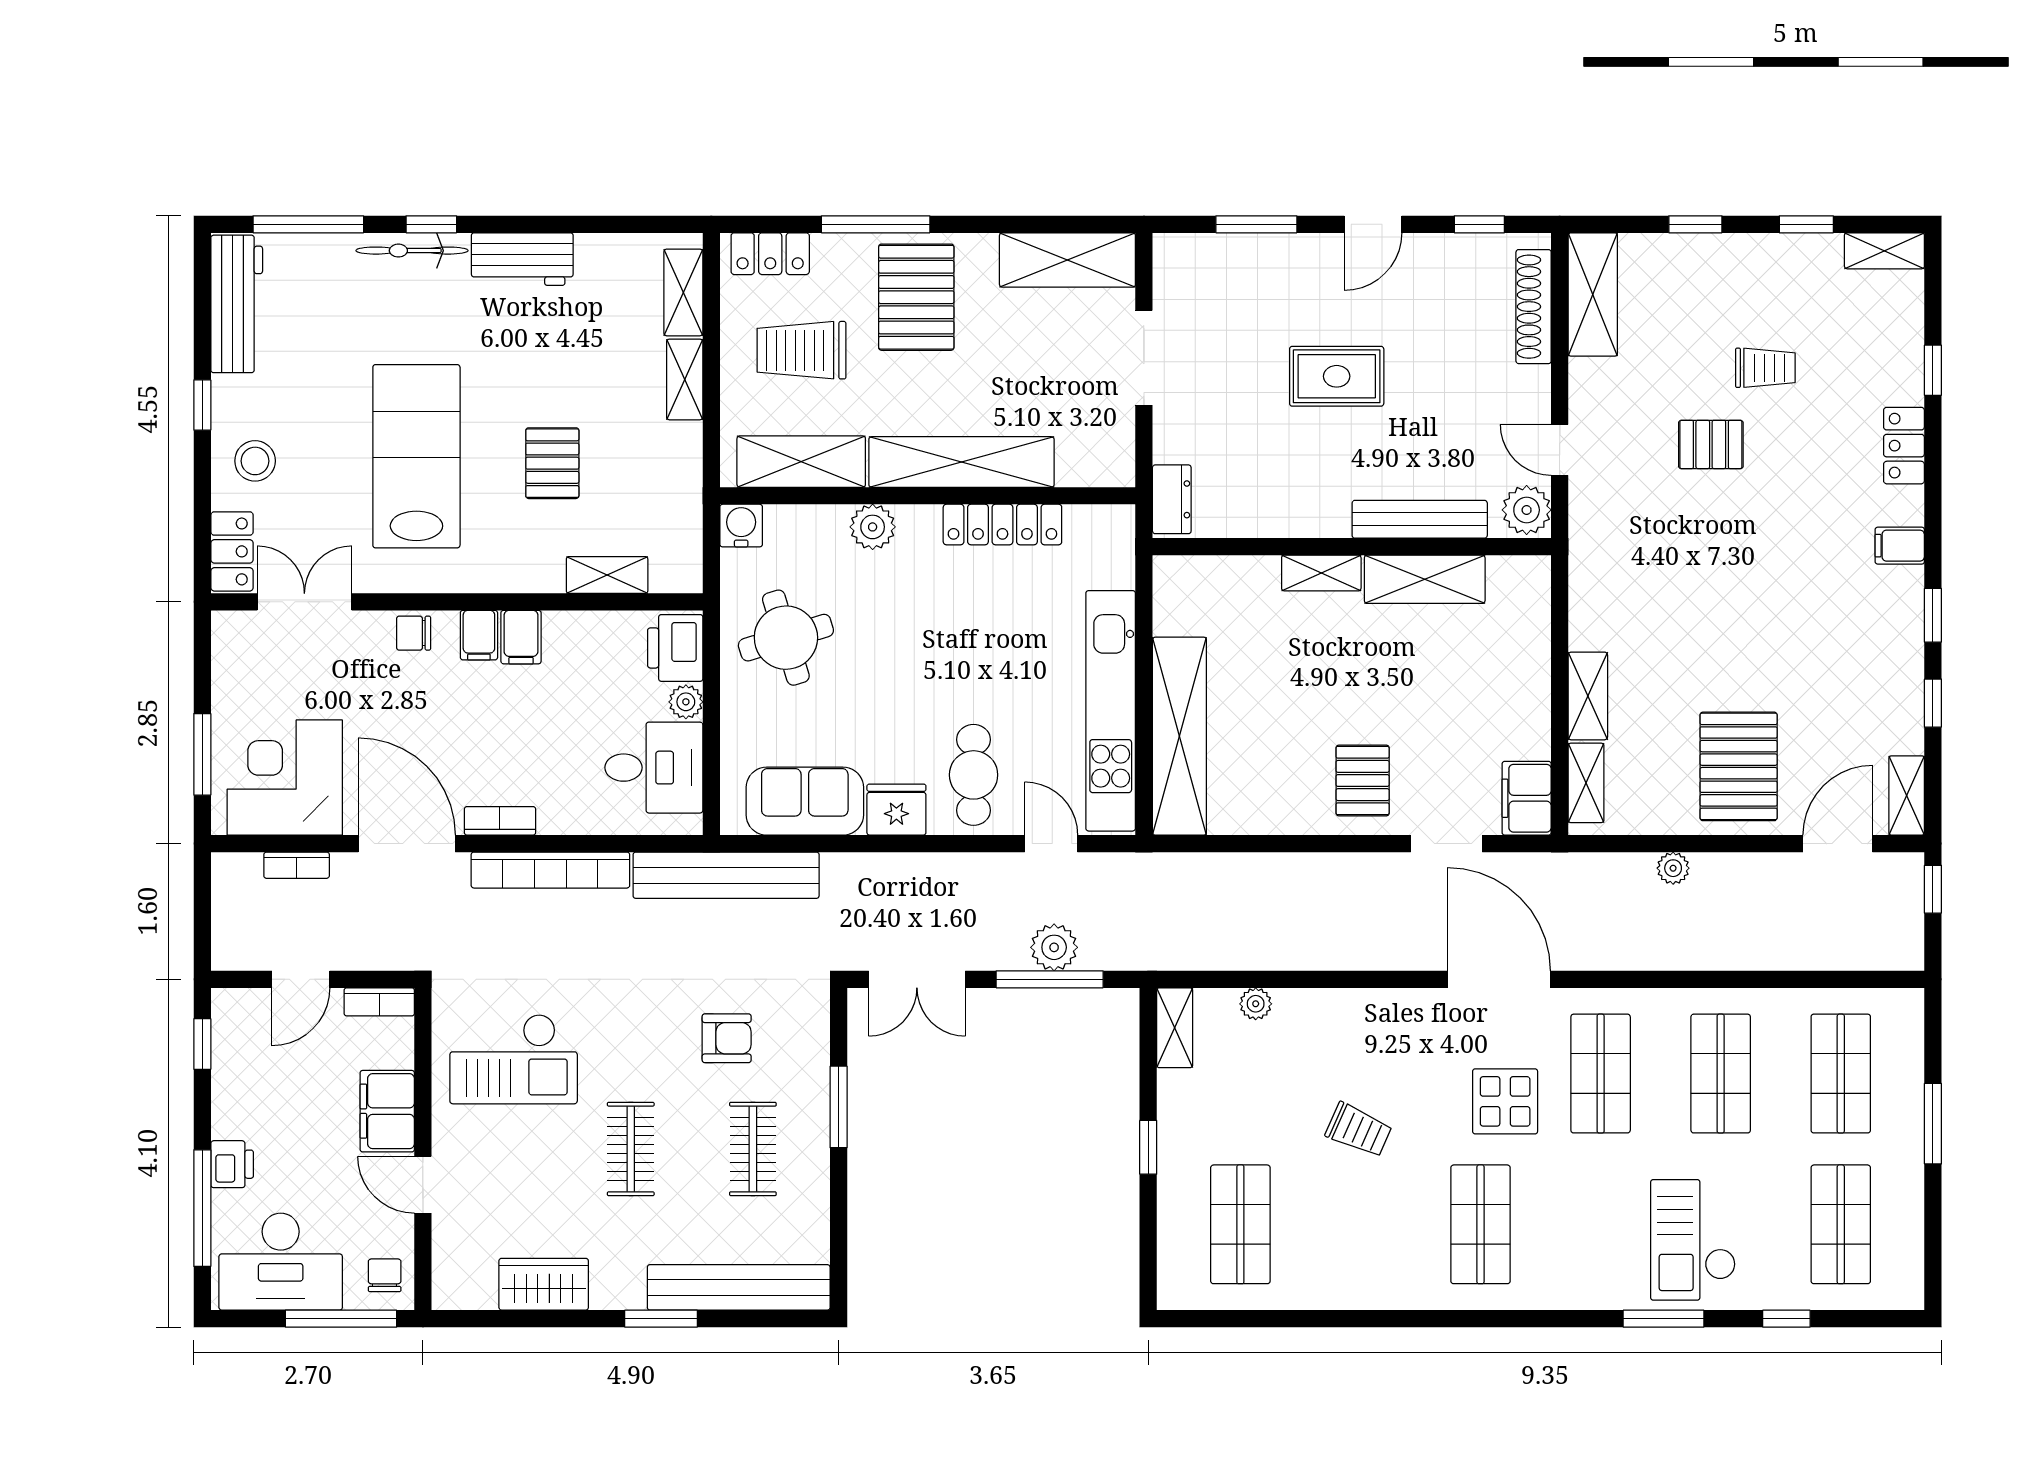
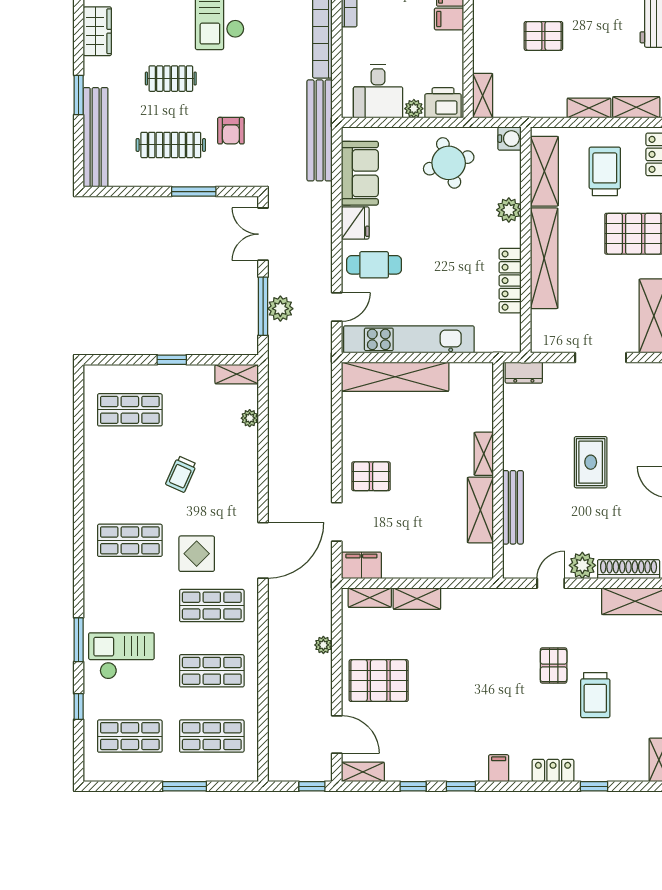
trolley: (1765, 368) -> (595, 695), width x1.36, depth x1.39
plant: (1527, 510) -> (582, 565), moved
shelving: (607, 575) -> (483, 96), moved
clothes rail: (753, 1149) -> (171, 145), width x1.36

